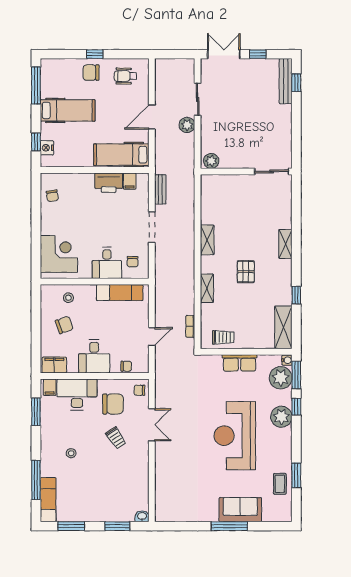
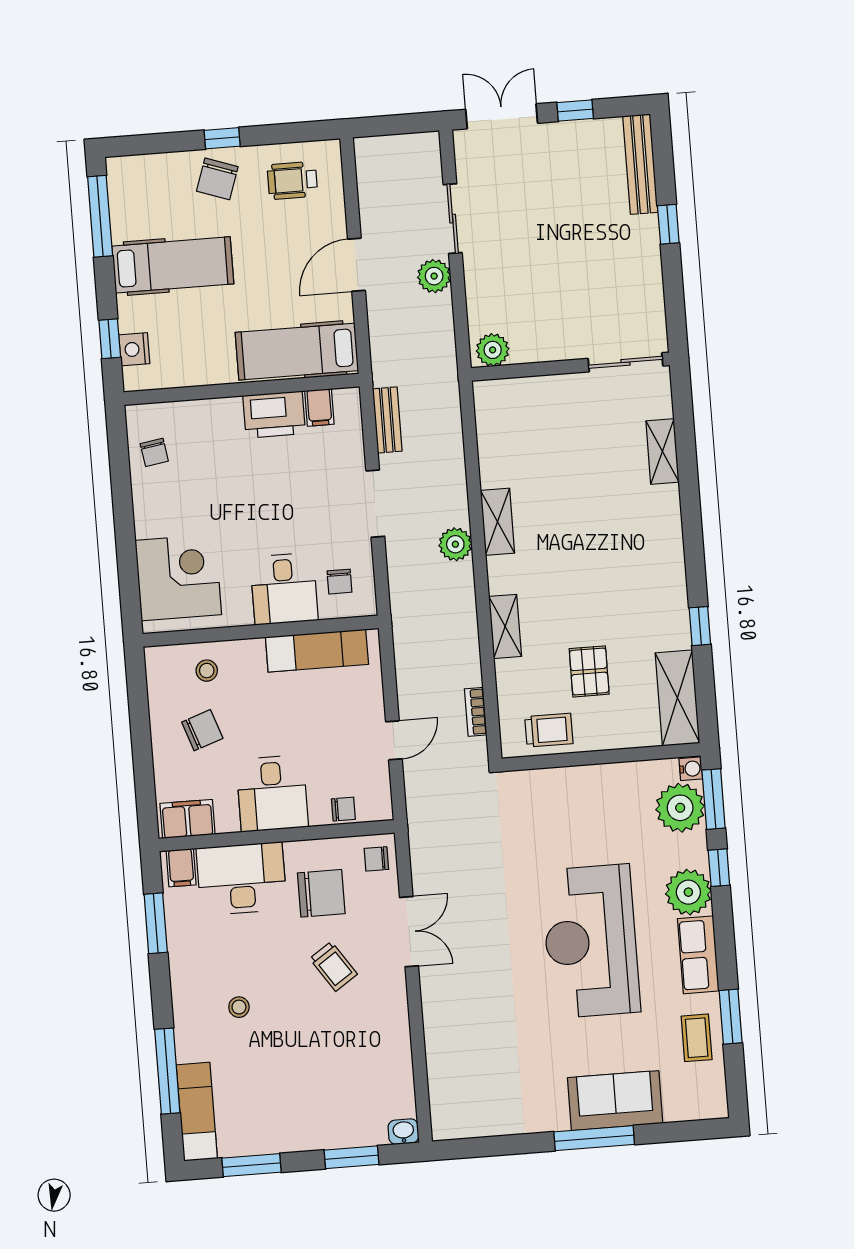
chair: (91, 73) -> (217, 179), turned -71
window: (296, 83) -> (668, 224), moved
shelving: (285, 244) -> (662, 451), moved
plant: (187, 249) -> (455, 544), added
pallet: (246, 272) -> (589, 671), moved
row of seats: (239, 363) -> (698, 955), moved, turned 90

